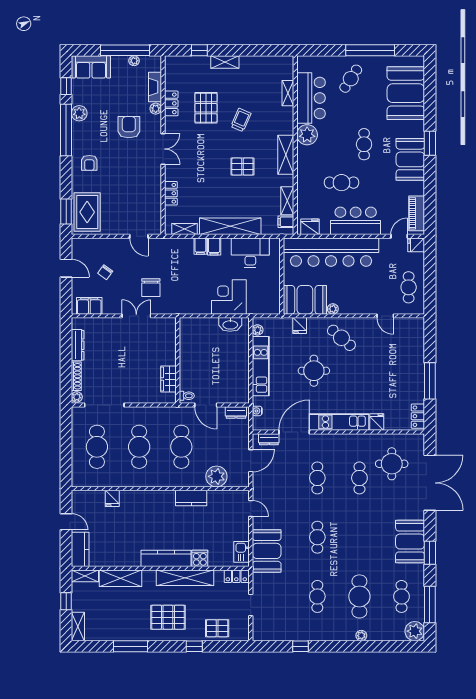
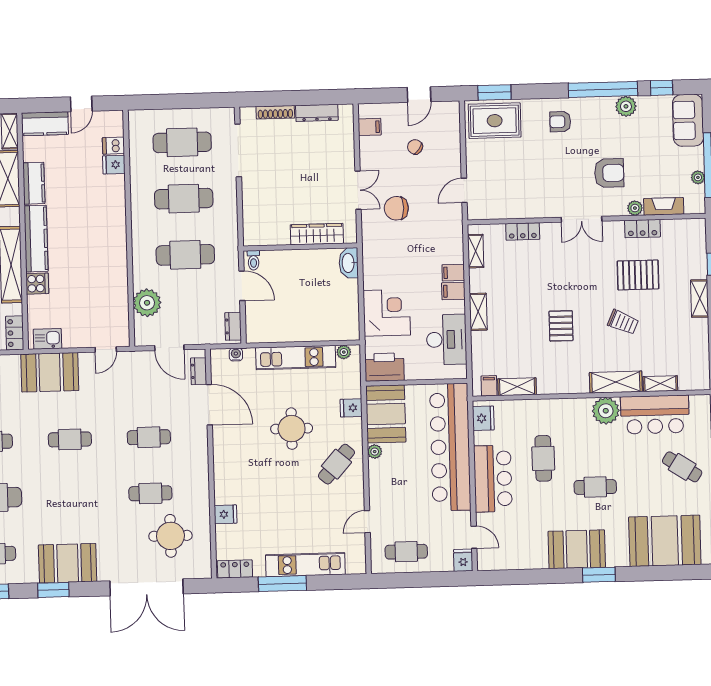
shelving: (286, 155) -> (616, 382), moved
piano: (417, 213) -> (505, 560), removed
shelving: (230, 226) -> (478, 312), width x0.45, depth x0.75
printer: (270, 300) -> (384, 367), added
filing cabinet: (89, 306) -> (370, 127), width x0.50
washbasin: (230, 324) -> (349, 263), moved
wardrobe: (169, 379) -> (317, 234), moved, width x1.50
plant: (77, 397) -> (248, 114), removed
door: (206, 405) -> (242, 286), swing flipped
kitchen unit: (339, 422) -> (305, 565), moved, turned -90
dishwasher: (98, 498) -> (113, 146), added
kitchen counter: (191, 498) -> (34, 183), moved, turned 180

